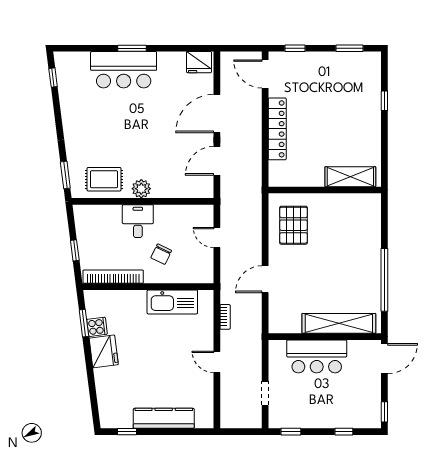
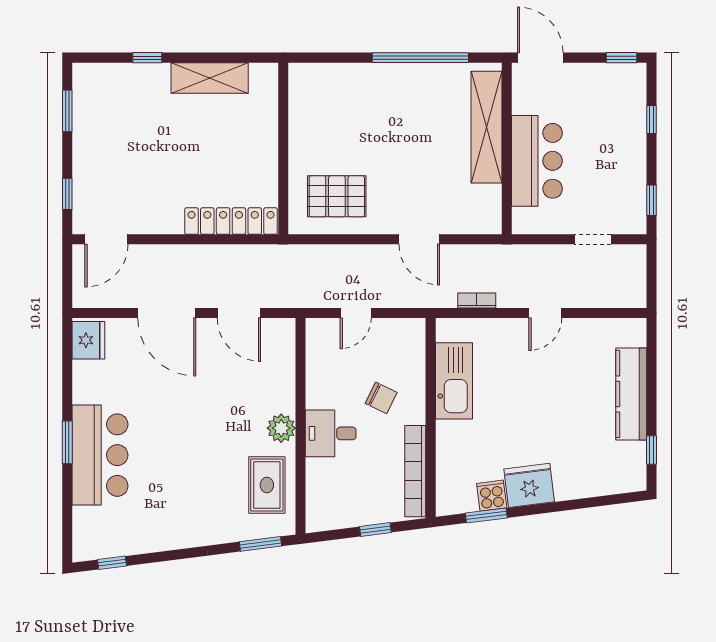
locker: (277, 129) -> (231, 221), moved
shelving: (350, 177) -> (210, 78), moved, turned 90

